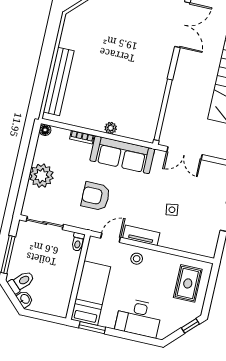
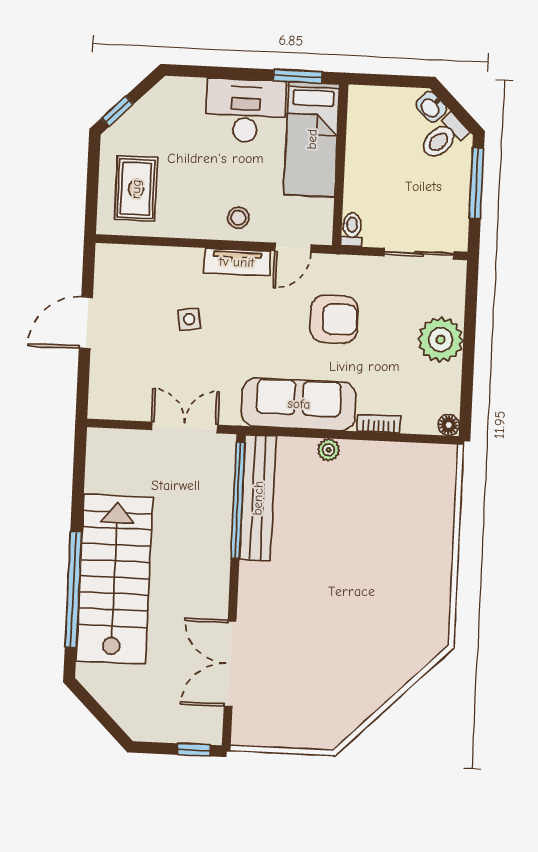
bench: (59, 81) -> (258, 498), moved
desk: (139, 318) -> (246, 111), moved

